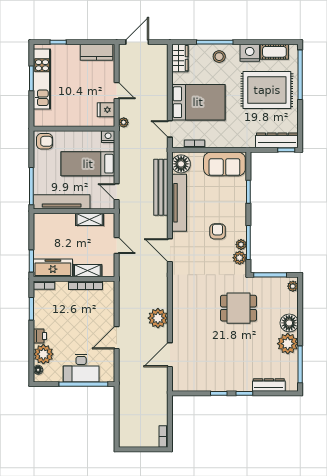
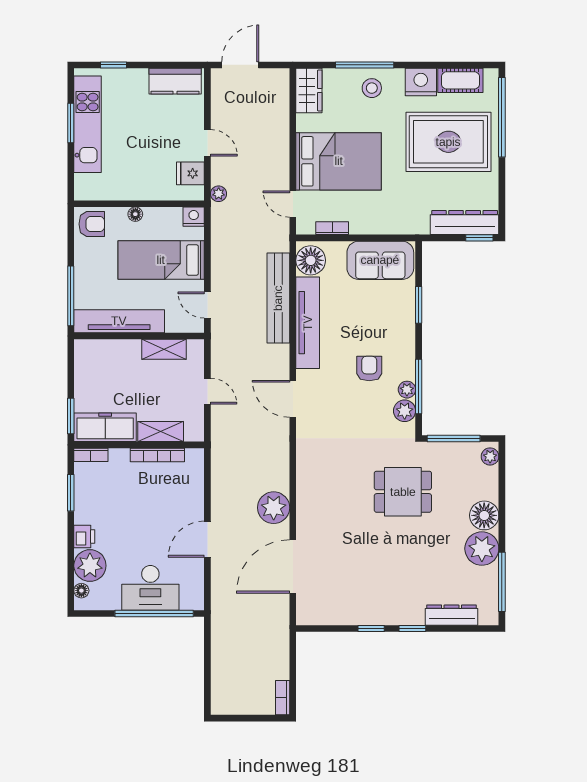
floor lamp: (72, 135) -> (135, 214), added
door: (170, 355) -> (293, 566), width x1.36

